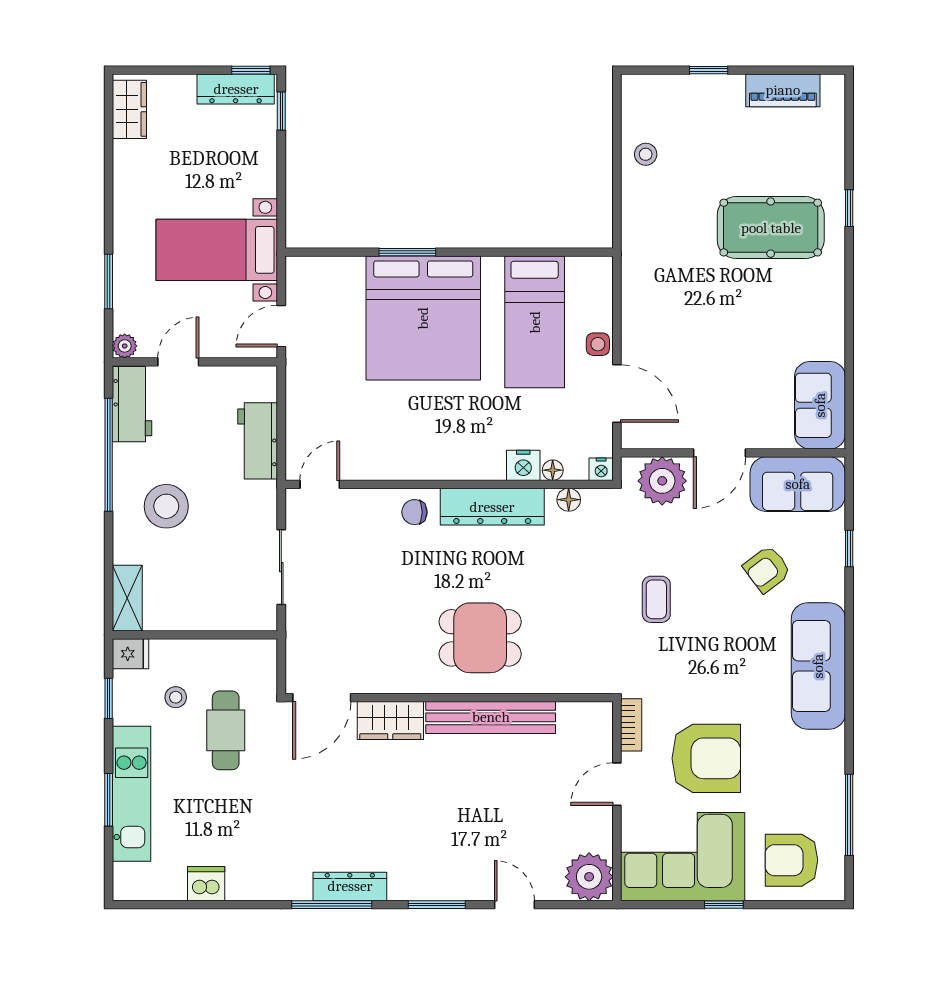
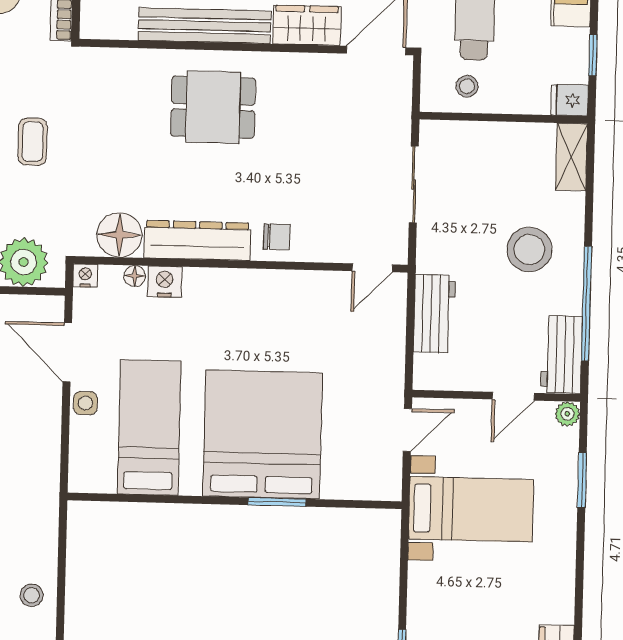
floor lamp: (569, 500) -> (120, 235), width x1.89, depth x1.89
stool: (176, 697) -> (467, 86), moved

